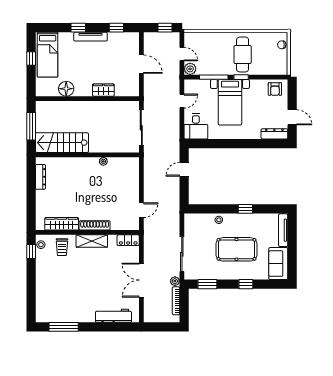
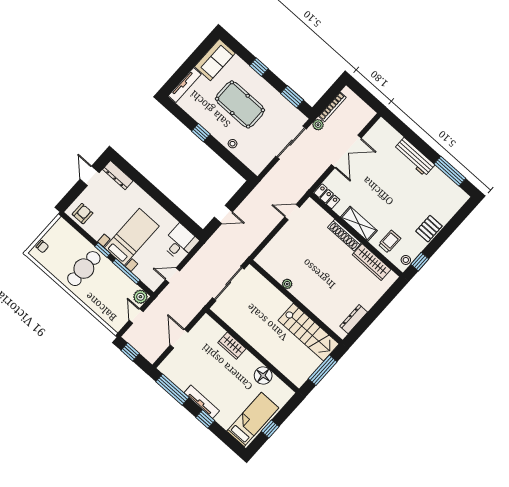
window: (116, 28) -> (172, 390), width x2.17
pallet: (44, 278) -> (429, 229), added
workbench: (113, 316) -> (414, 157), moved

